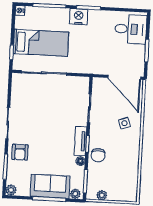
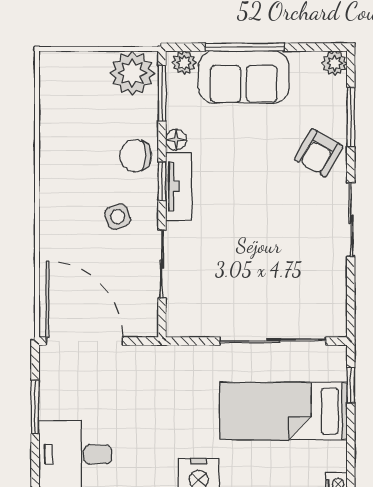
side table: (124, 123) -> (118, 217), moved
armchair: (20, 152) -> (319, 153), turned -150
chair: (98, 155) -> (136, 156), turned -90
plant: (102, 195) -> (132, 73), width x1.88, depth x1.88

